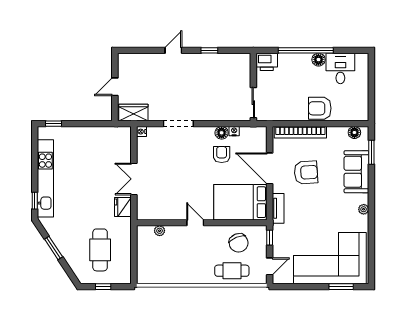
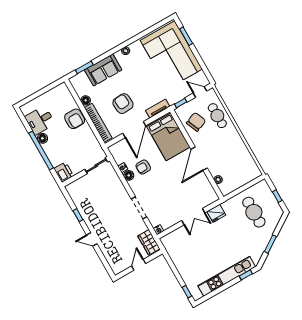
door: (115, 87) -> (139, 265), swing flipped
floor lamp: (354, 132) -> (86, 100), moved
door: (195, 223) -> (199, 159), width x1.87
cafe table: (100, 250) -> (254, 212), turned 90

